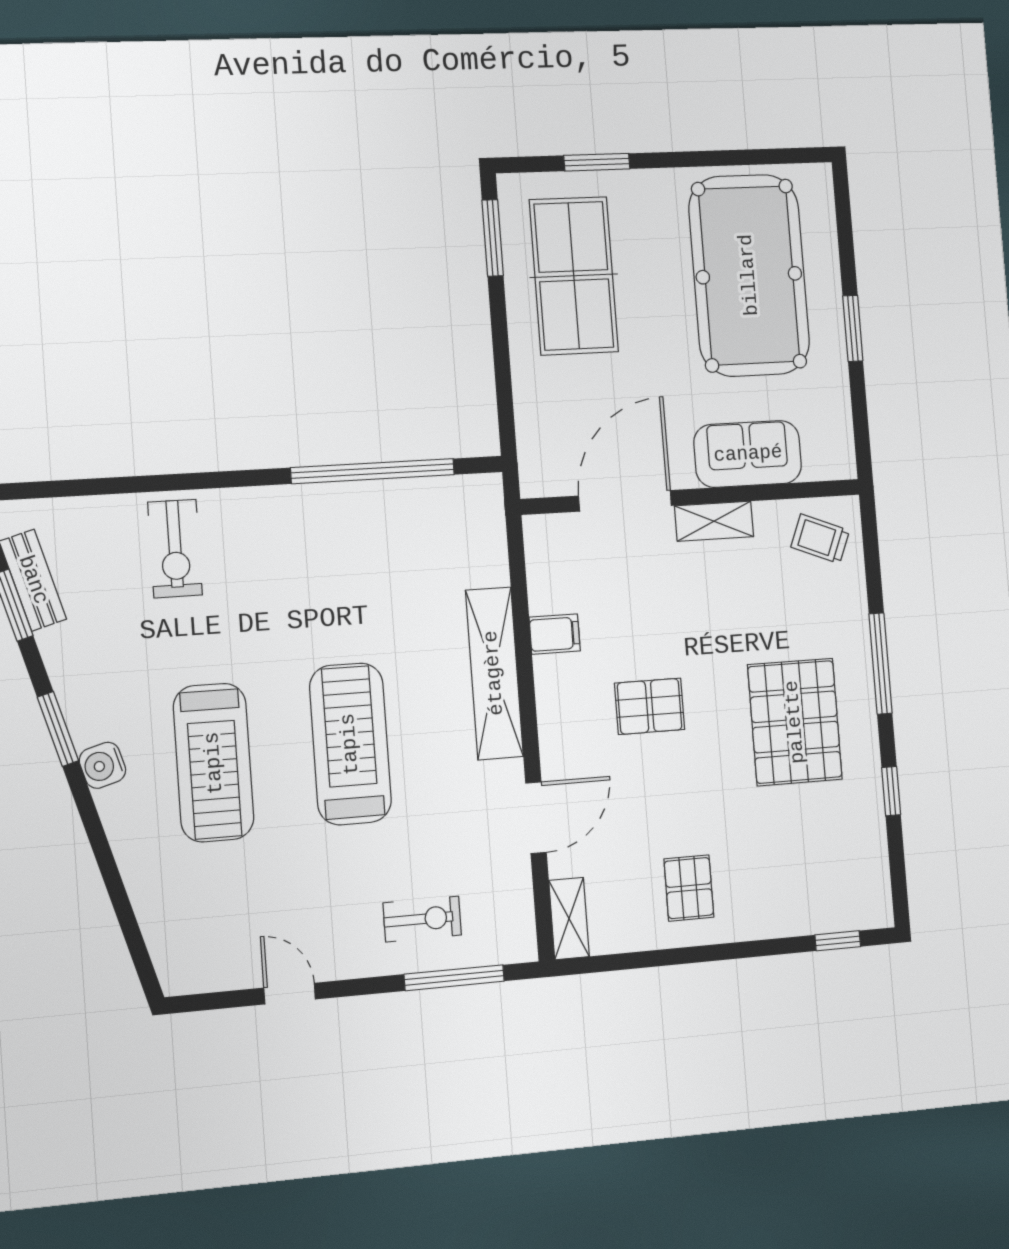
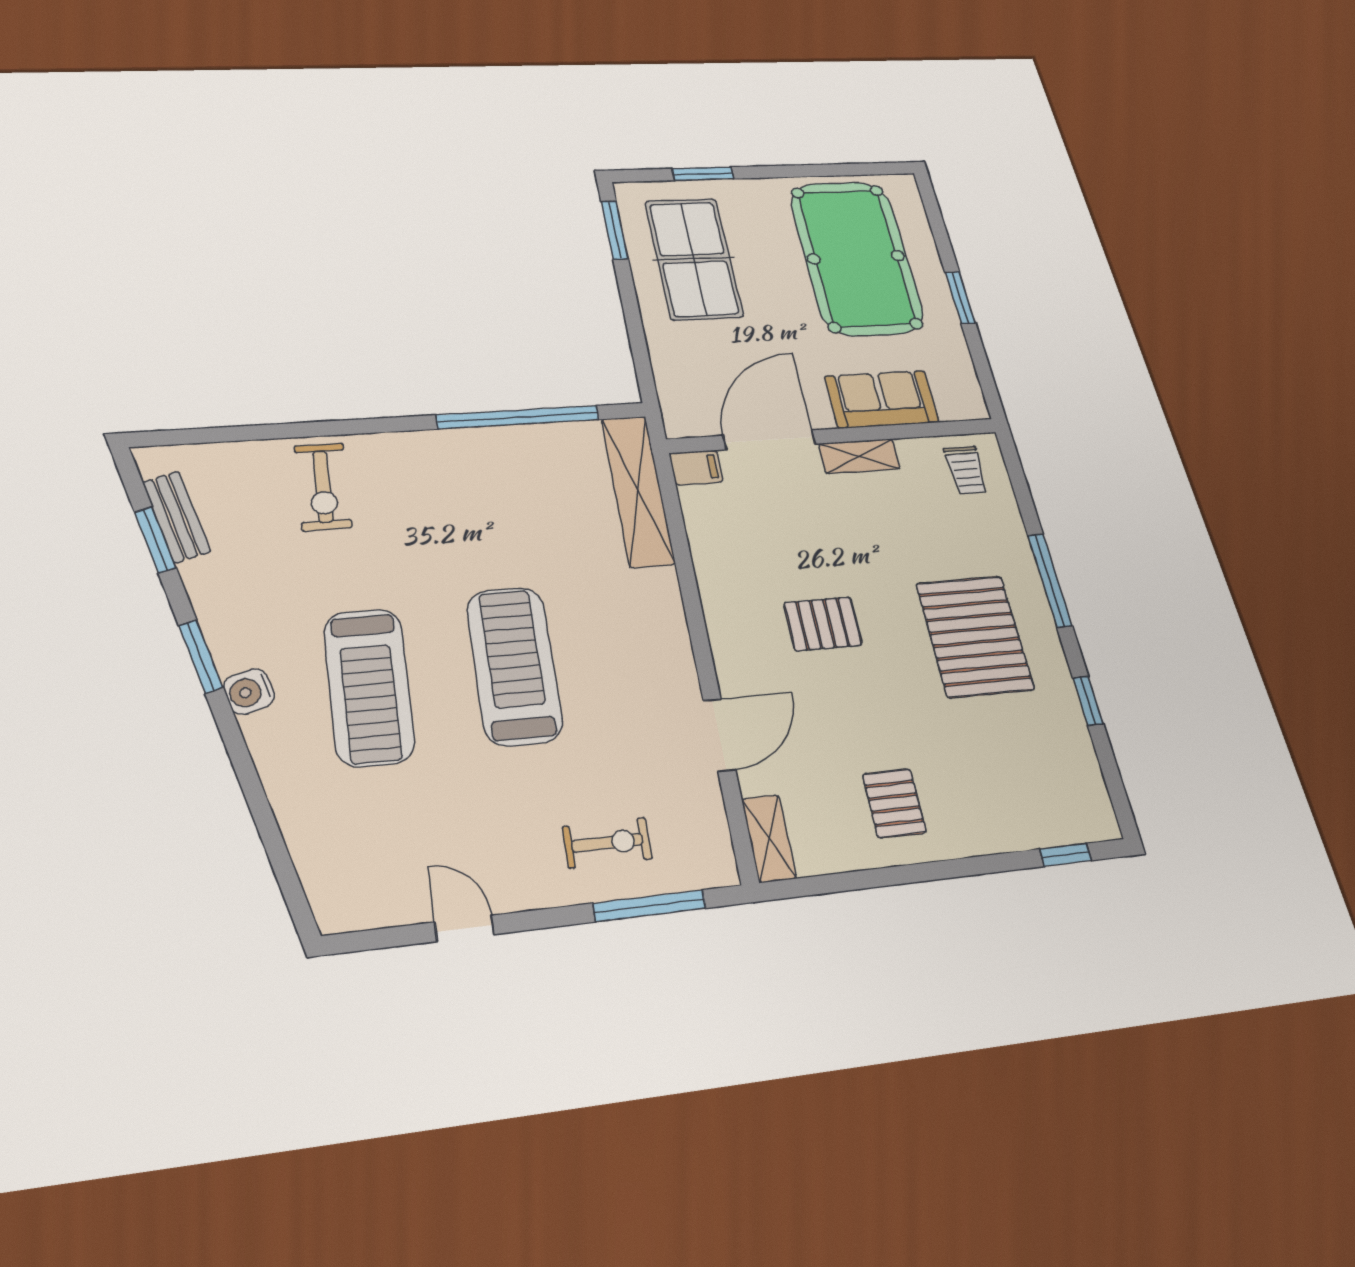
trolley: (820, 539) -> (966, 470), turned -112
filing cabinet: (555, 634) -> (696, 468), moved
shelving: (494, 673) -> (638, 490), moved

